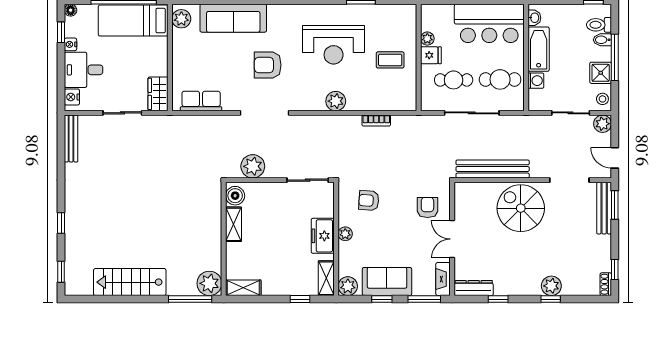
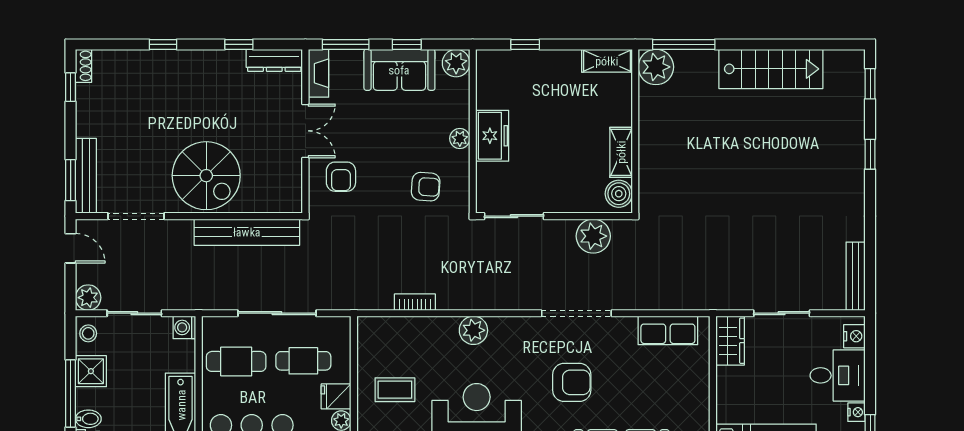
washing machine: (536, 81) -> (184, 327), moved
shelving: (326, 278) -> (487, 75), removed
plant: (551, 286) -> (162, 64), removed

